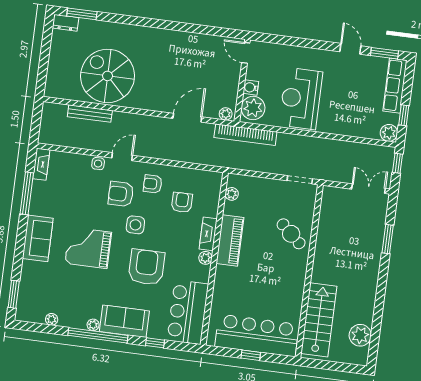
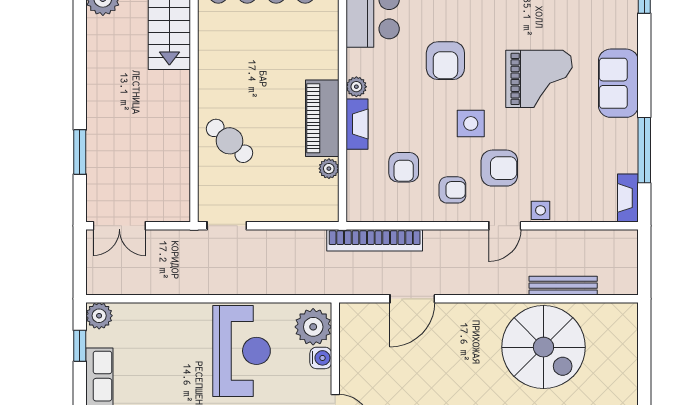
plant: (226, 114) -> (354, 312), removed
bookcase: (245, 135) -> (375, 240), moved, turned 180
window: (398, 163) -> (80, 271), removed
plant: (232, 194) -> (329, 169), moved
armchair: (146, 267) -> (445, 61), width x0.73, depth x0.73

